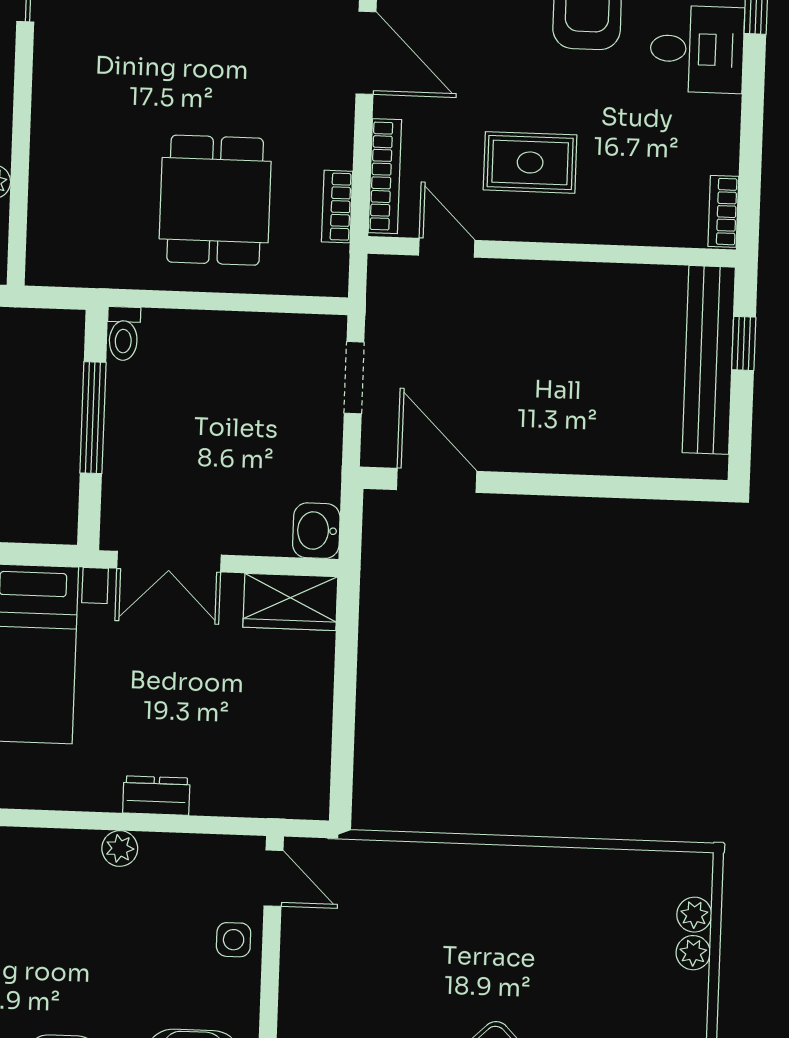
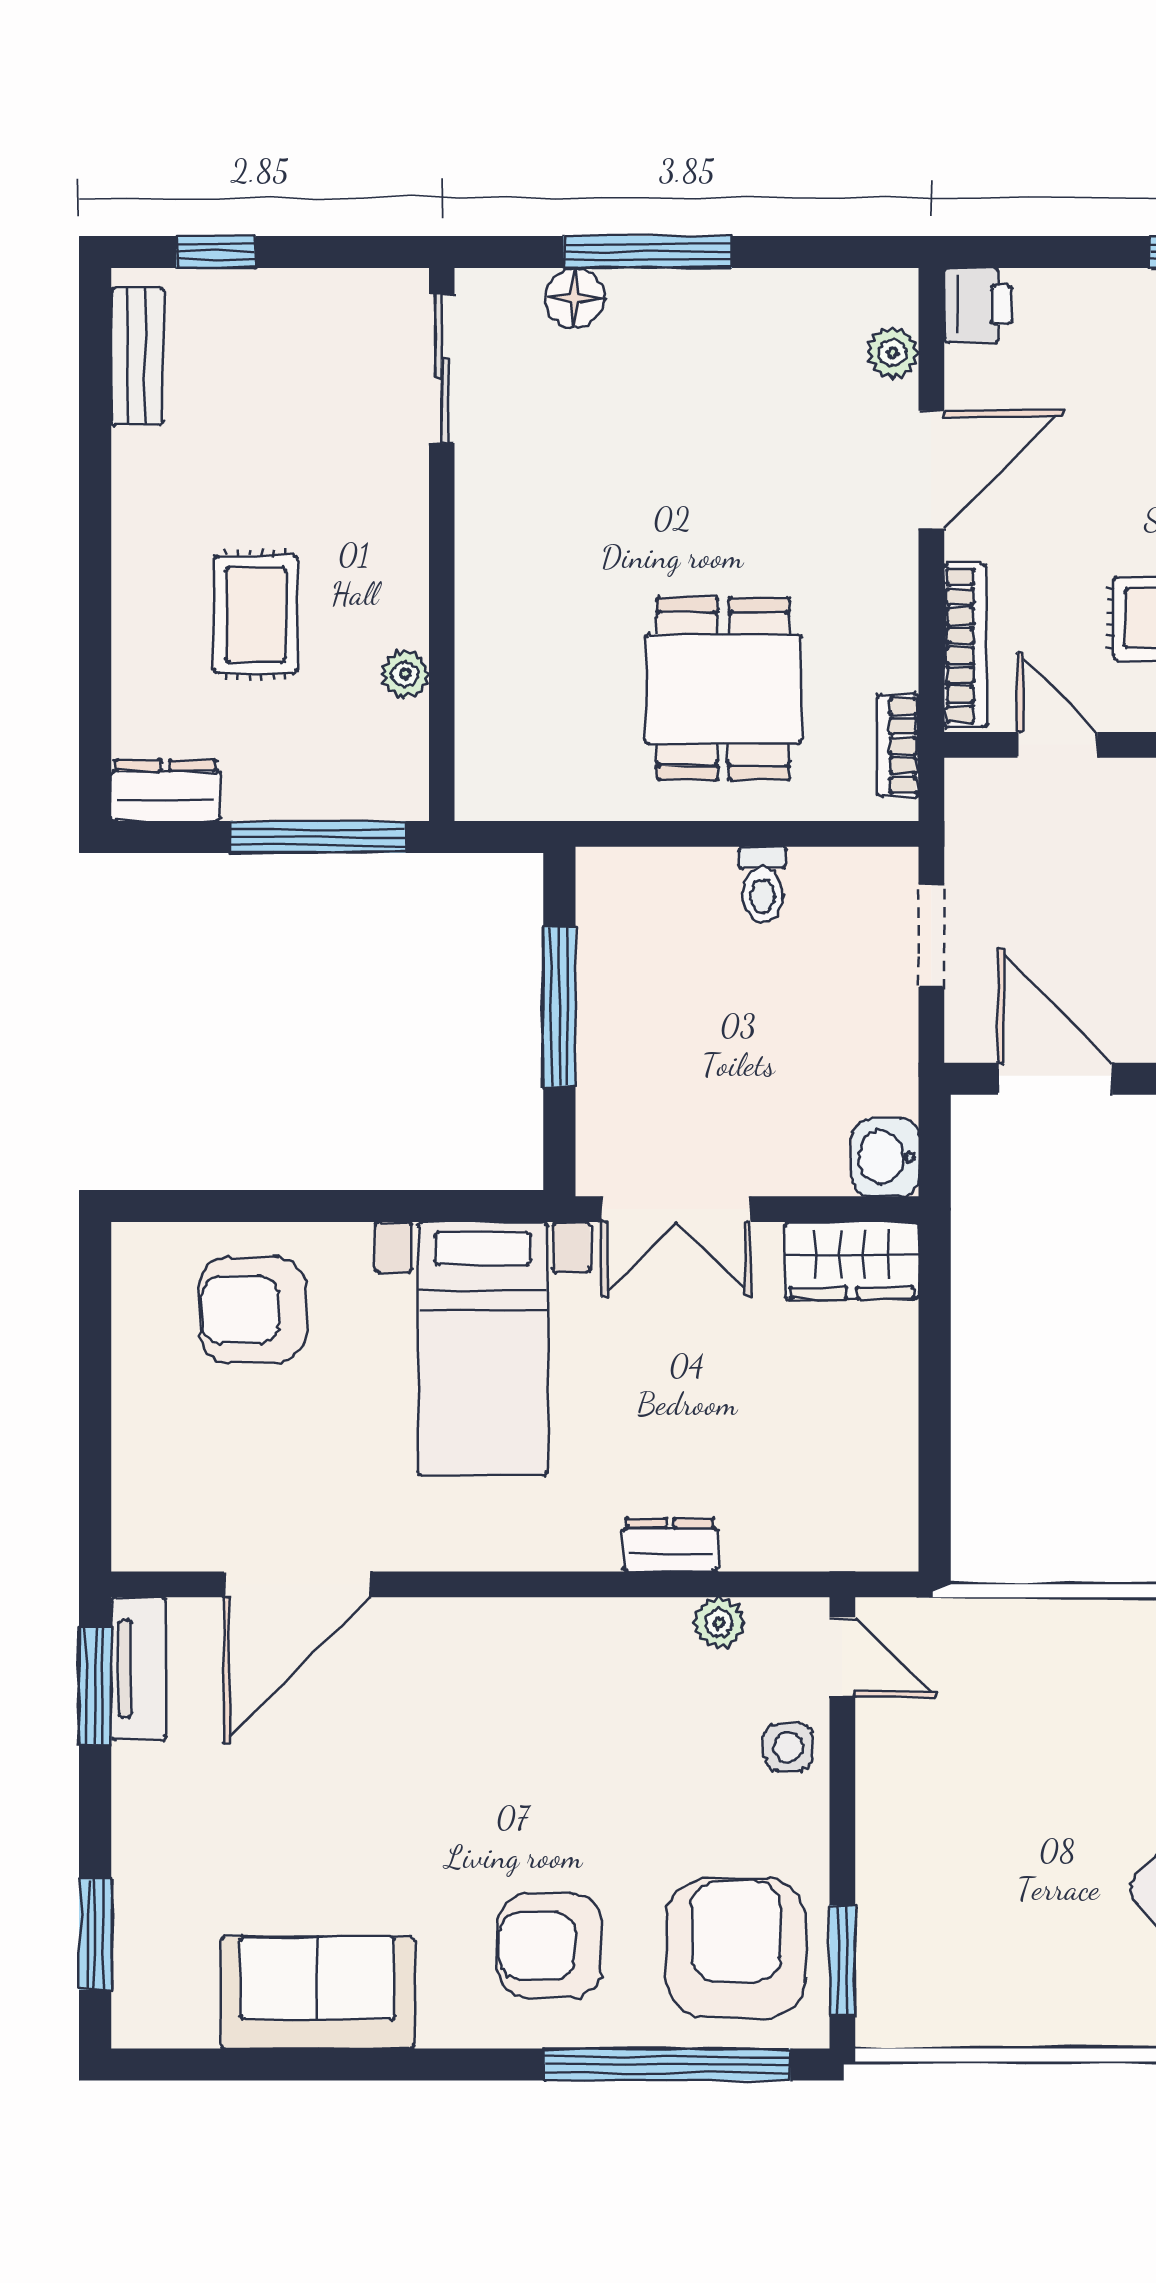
door: (366, 53) -> (931, 470), hinge flipped
bookcase: (337, 207) -> (898, 746), moved
toilet: (123, 334) -> (763, 885), moved
plant: (120, 848) -> (719, 1623), moved

